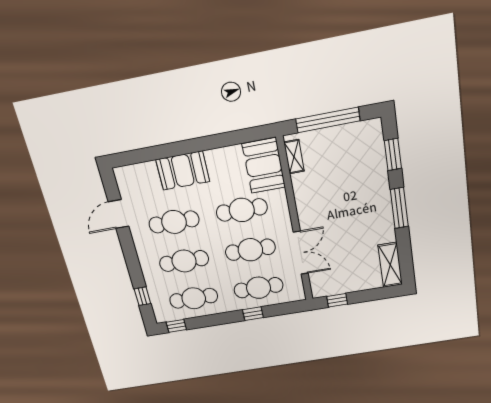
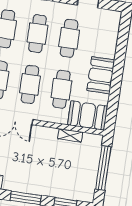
shelving: (294, 157) -> (70, 135), moved
booth: (183, 171) -> (101, 75), moved

